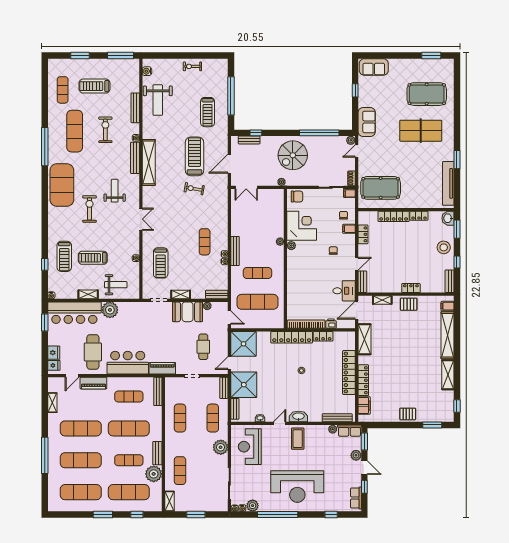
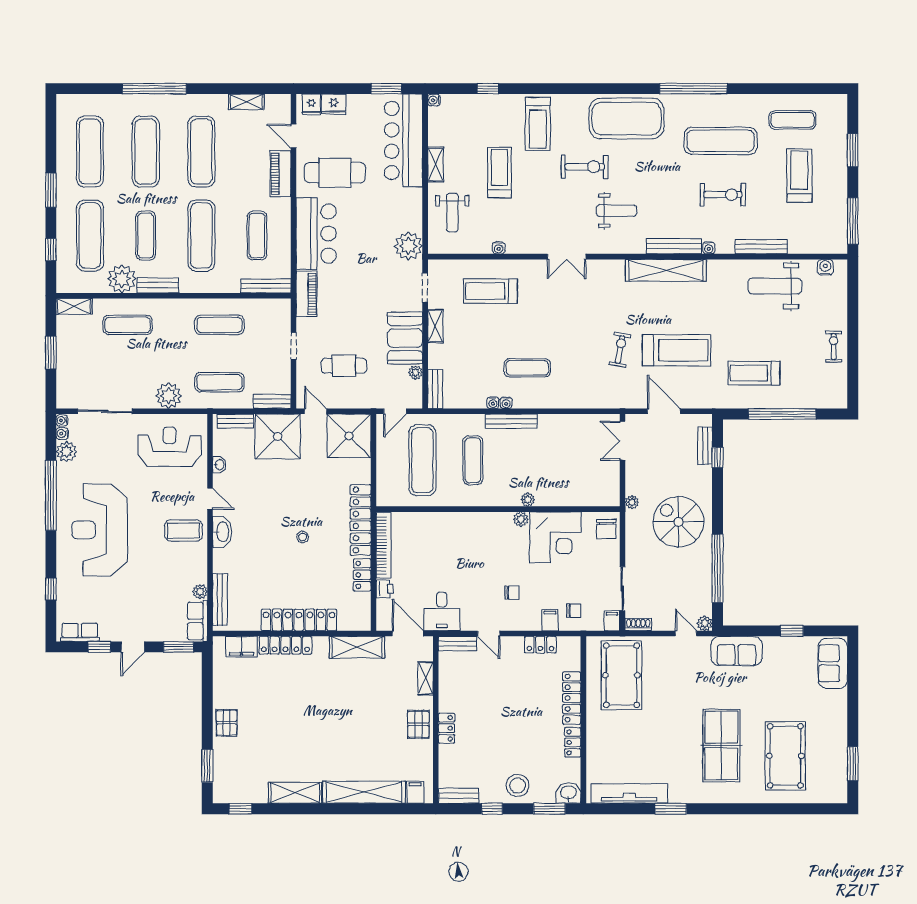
treadmill: (64, 256) -> (538, 124), moved, turned -90
plant: (110, 310) -> (408, 246), moved
plant: (356, 455) -> (154, 632), removed

